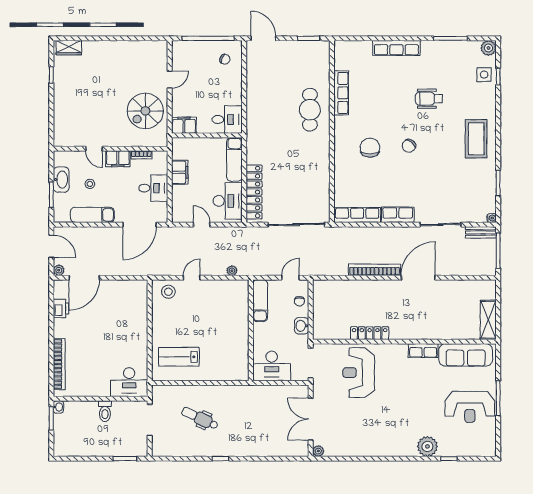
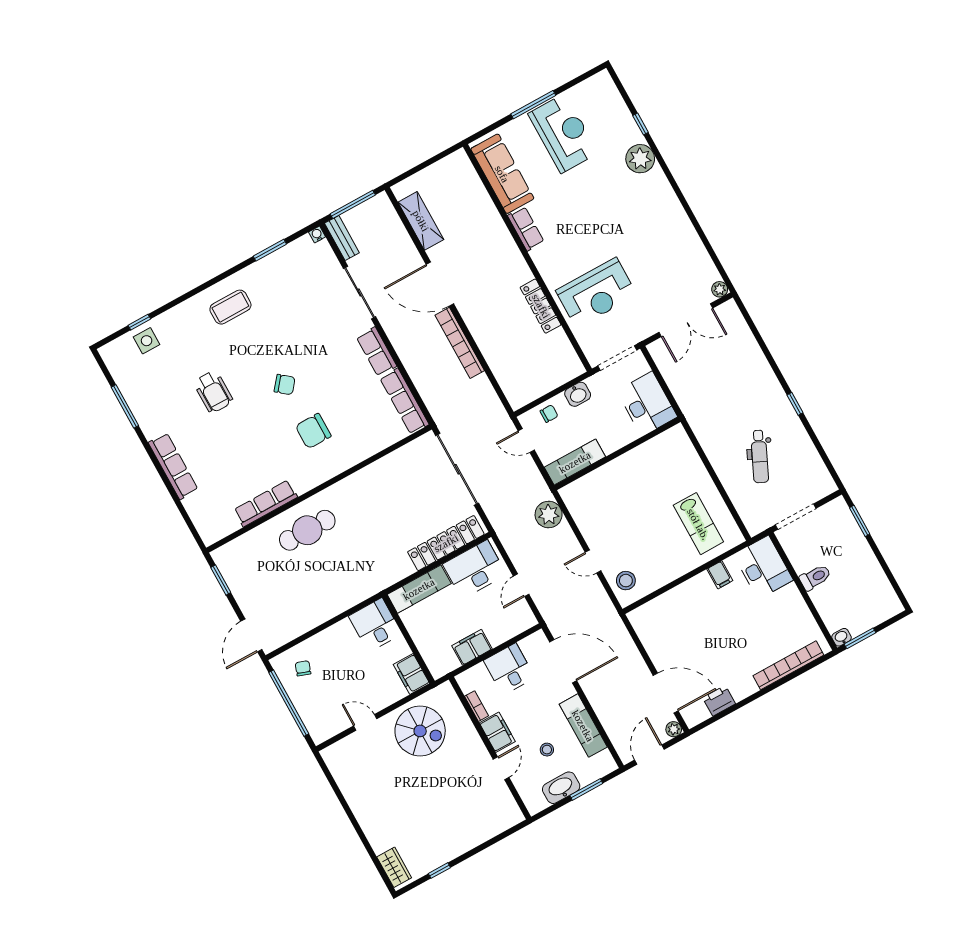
plant: (488, 48) -> (111, 353), removed
coffee table: (476, 139) -> (230, 307), width x0.73, depth x0.76
plant: (232, 271) -> (549, 514), width x1.88, depth x1.88
shelving: (488, 320) -> (421, 221), moved, turned 90
filing cabinet: (140, 352) -> (720, 575), added

